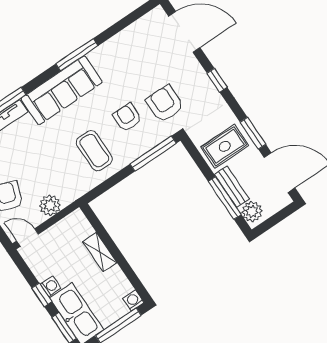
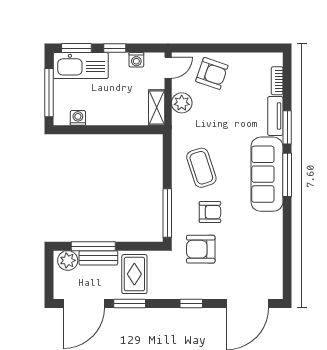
window: (77, 55) -> (287, 175), moved
armchair: (165, 104) -> (201, 249), turned 180
coffee table: (94, 151) -> (201, 168), turned 72
shelving: (100, 252) -> (157, 108), moved, turned 90
washing machine: (51, 286) -> (136, 60), moved
washing machine: (133, 301) -> (78, 118), moved, turned -90

